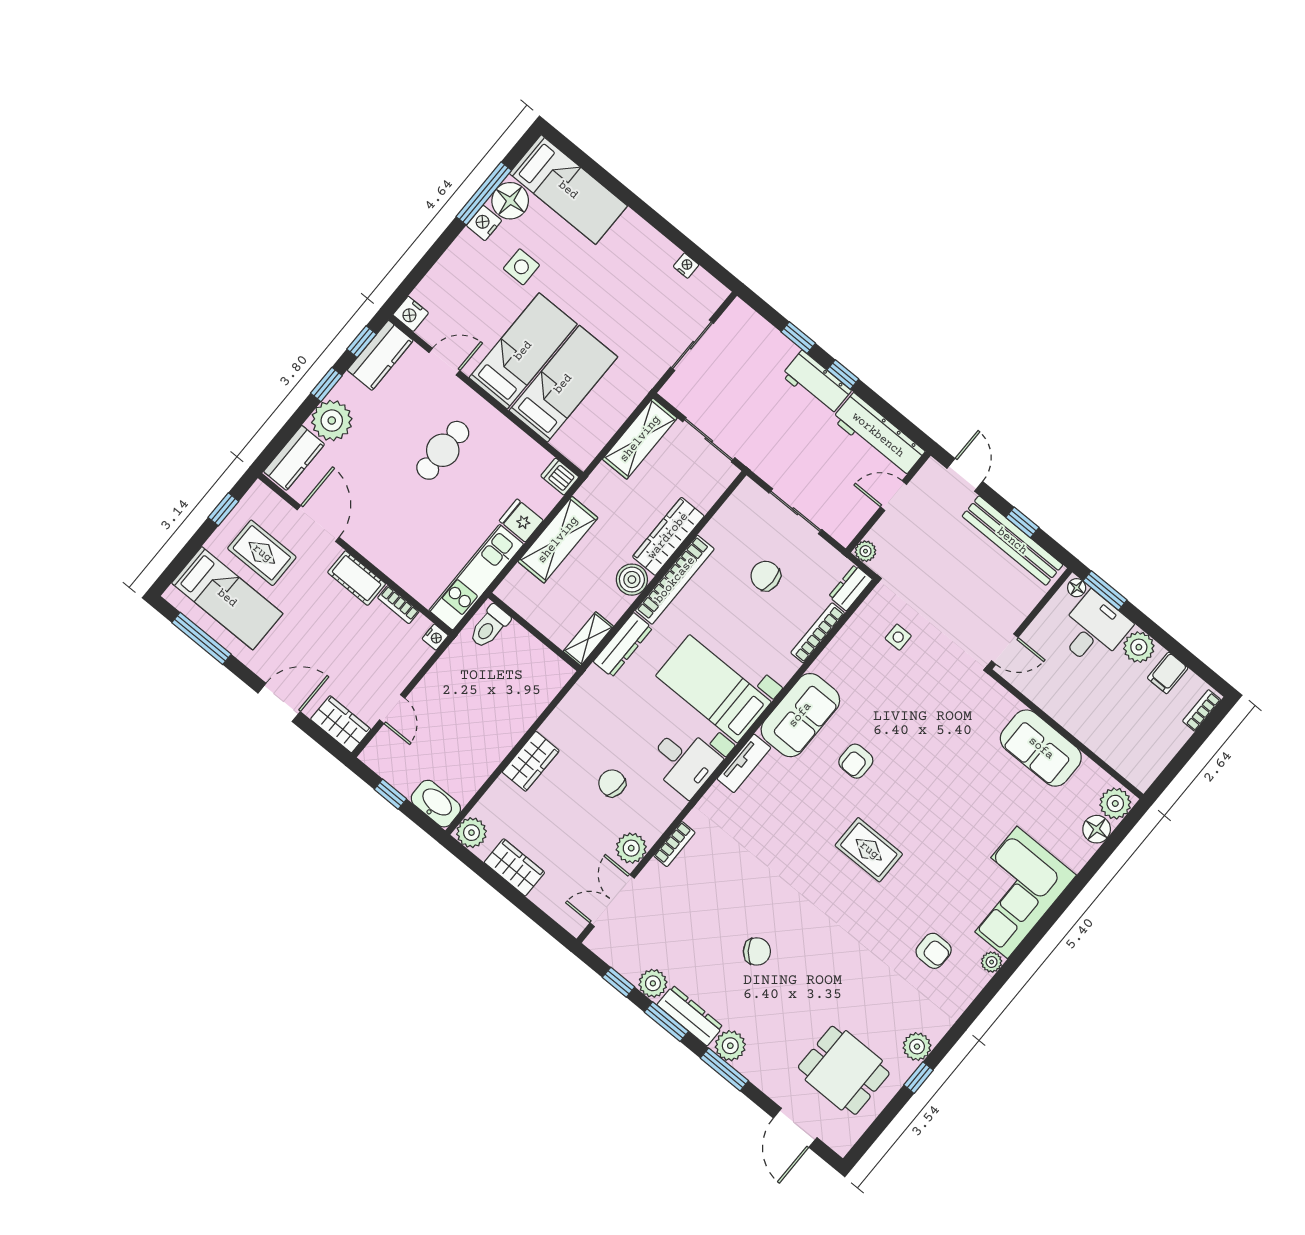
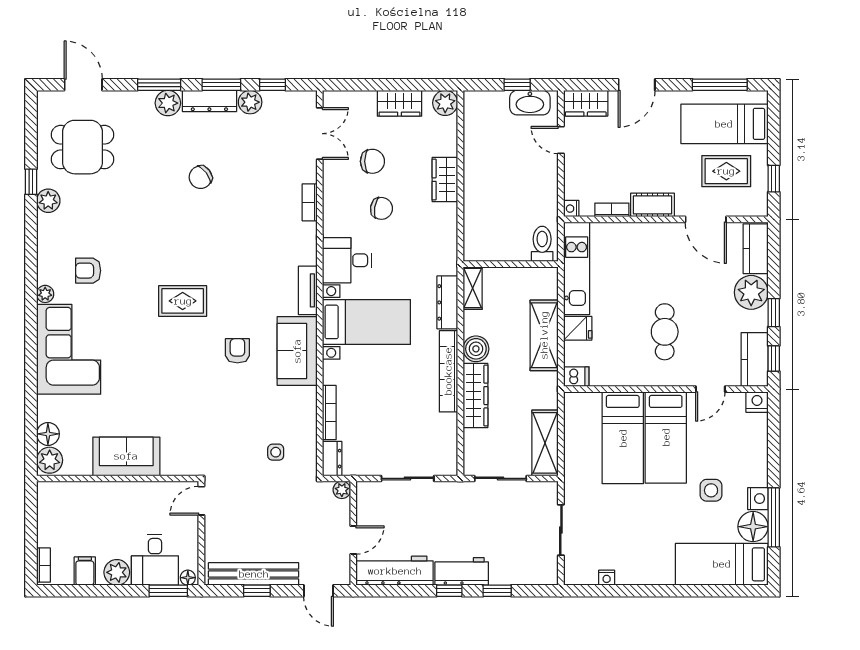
chair: (766, 576) -> (372, 161), moved
washbasin: (436, 804) -> (530, 103), moved
plant: (631, 848) -> (335, 177), removed

